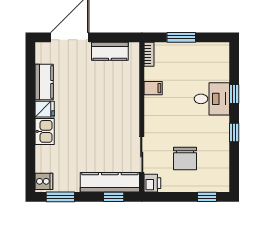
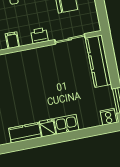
printer: (152, 183) -> (39, 36), moved
window: (114, 197) -> (110, 56), removed

